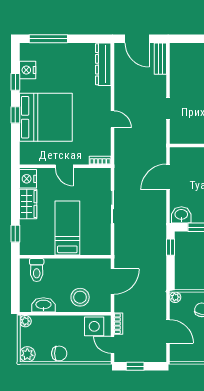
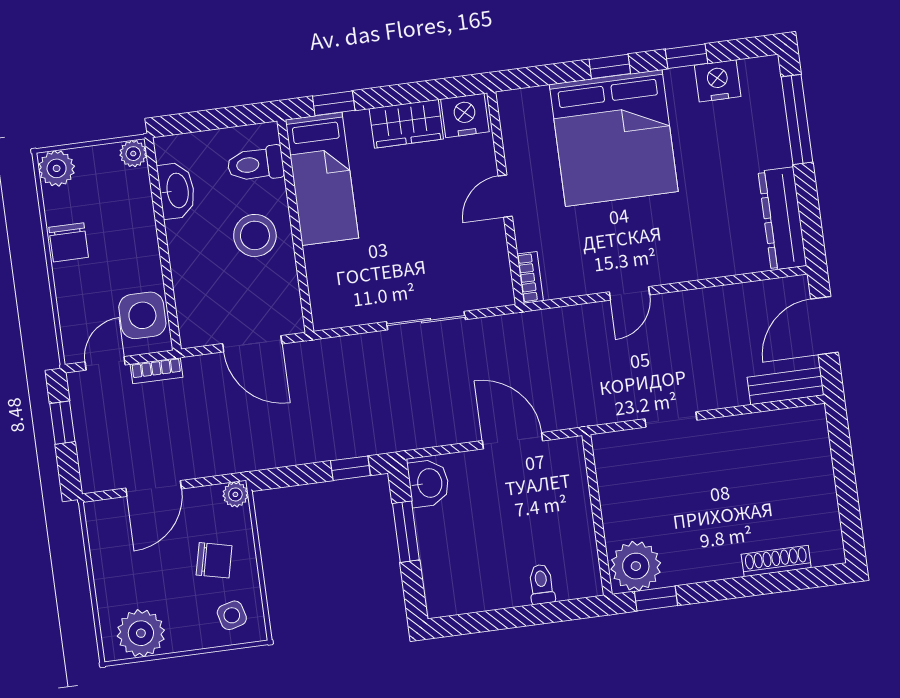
dresser: (103, 64) -> (782, 219), moved, turned -90
bed: (67, 228) -> (322, 179), moved, turned 90
stool: (80, 297) -> (255, 235), moved

